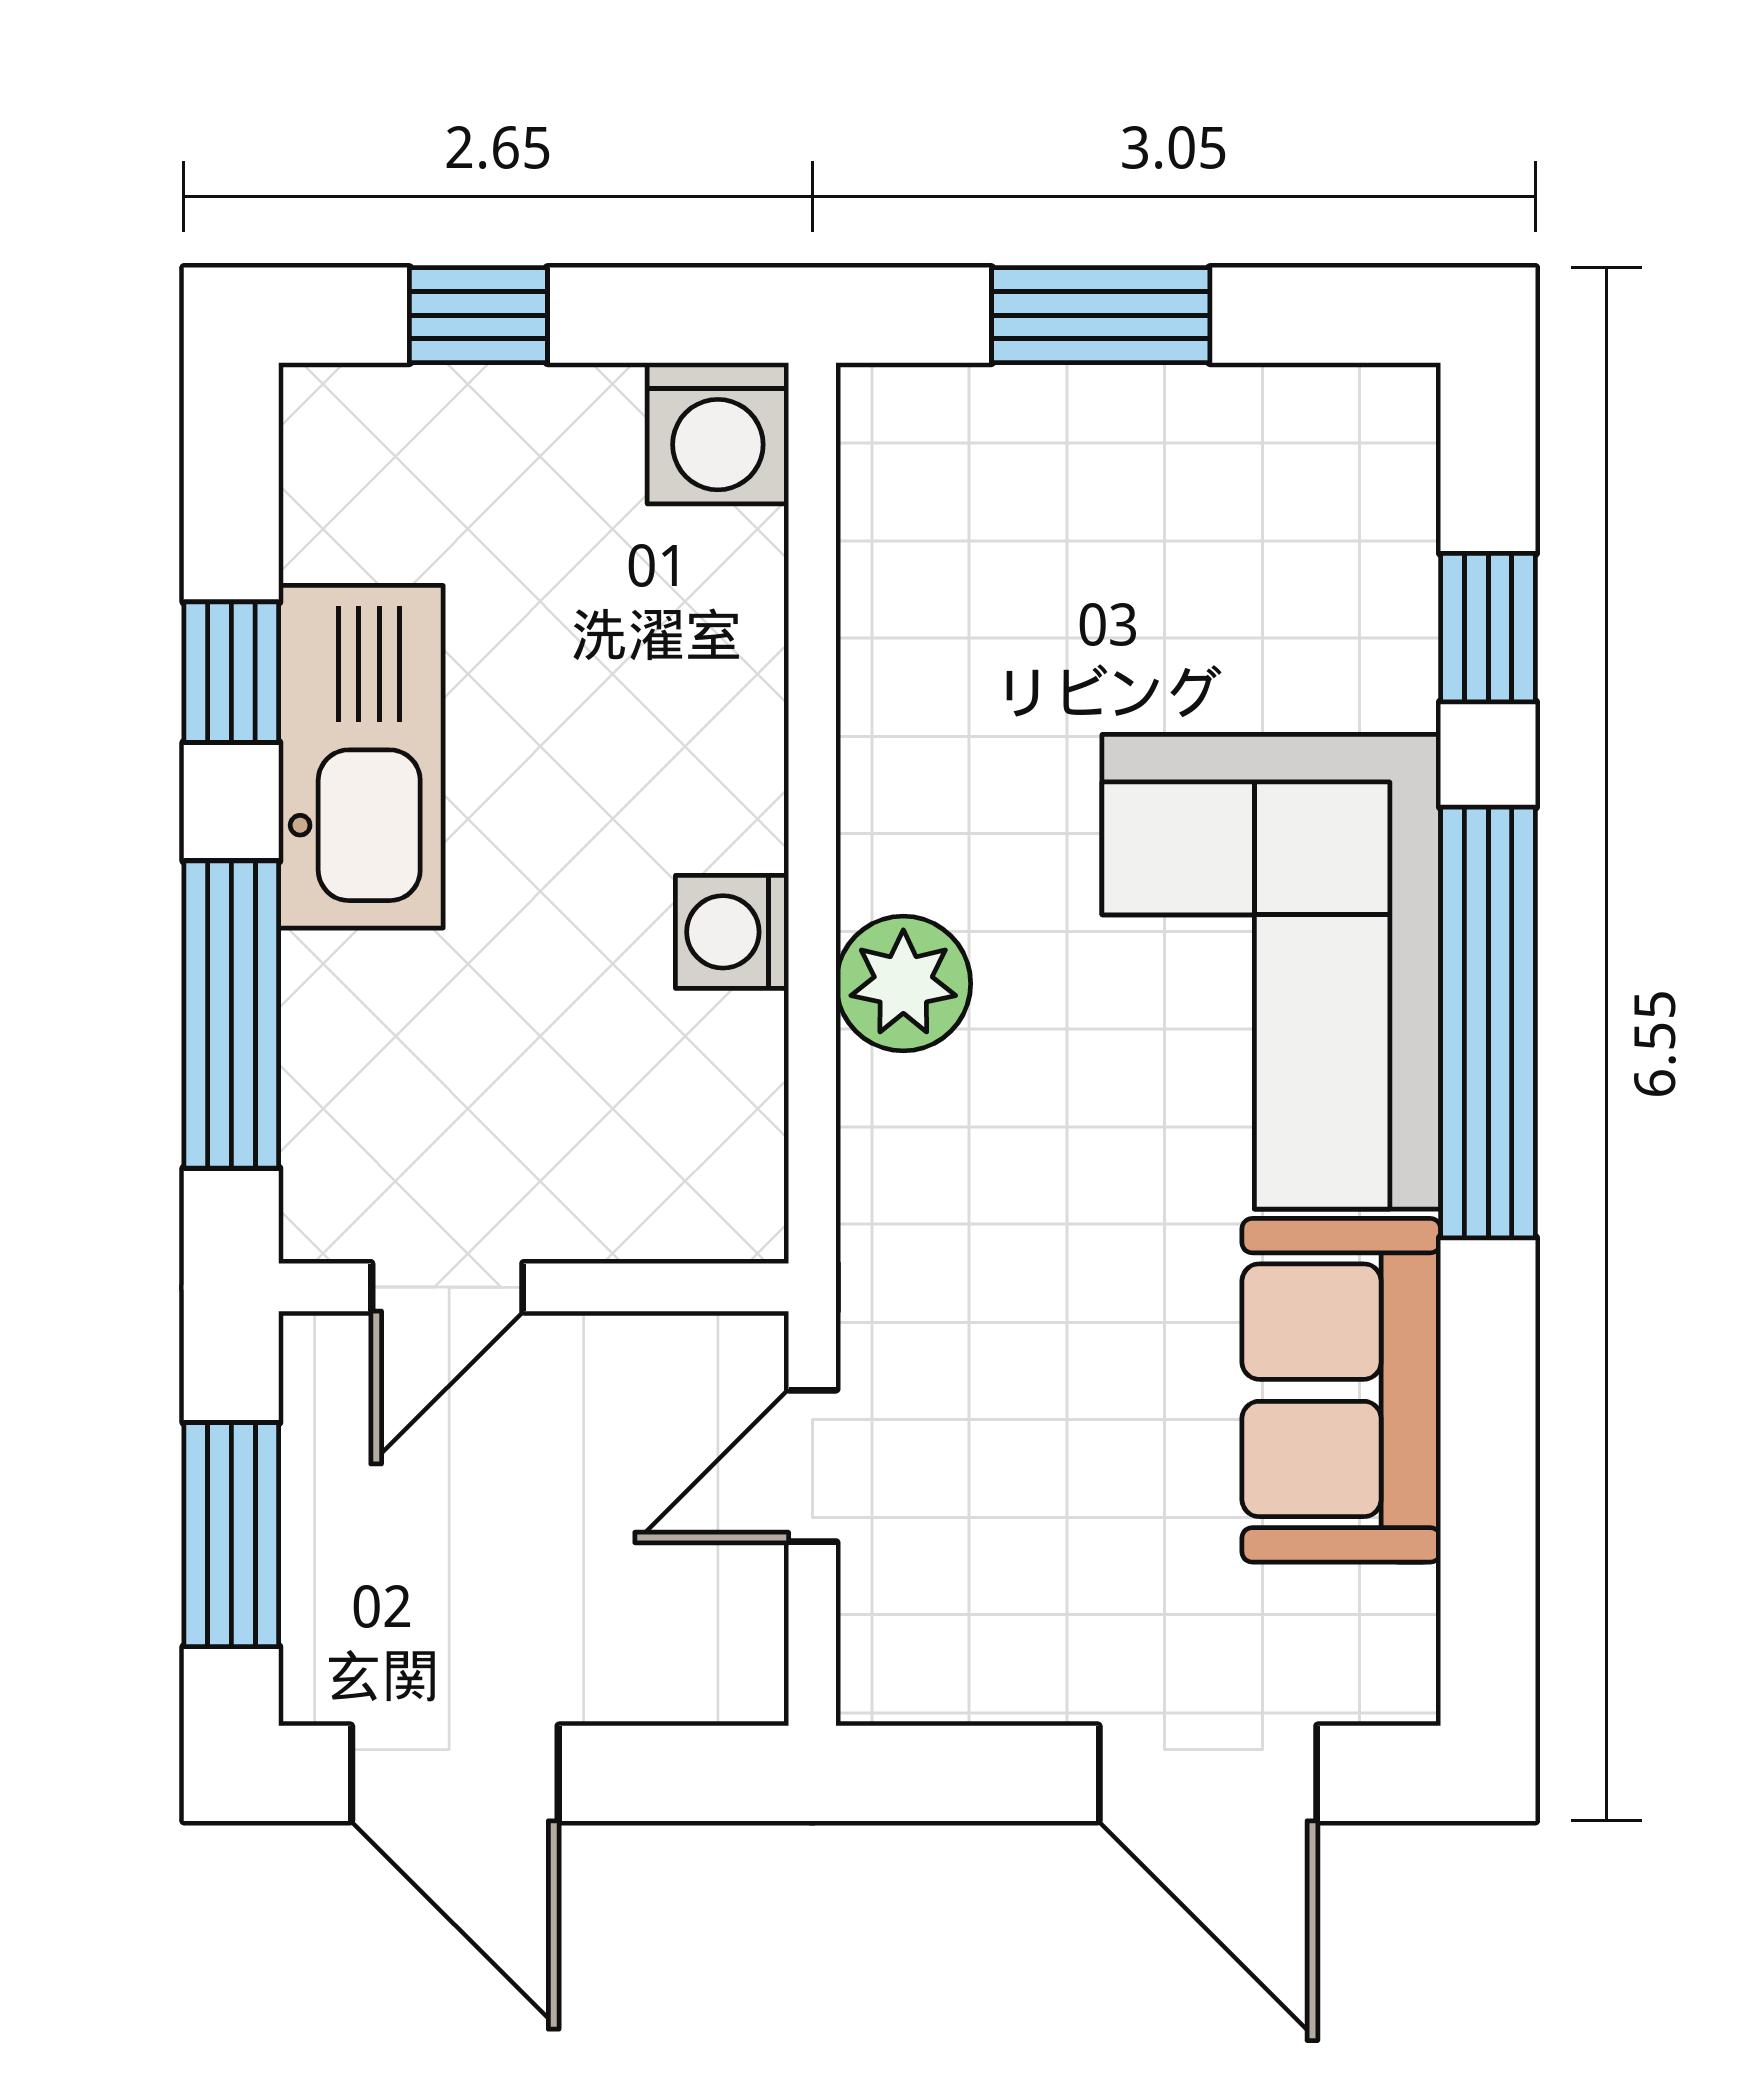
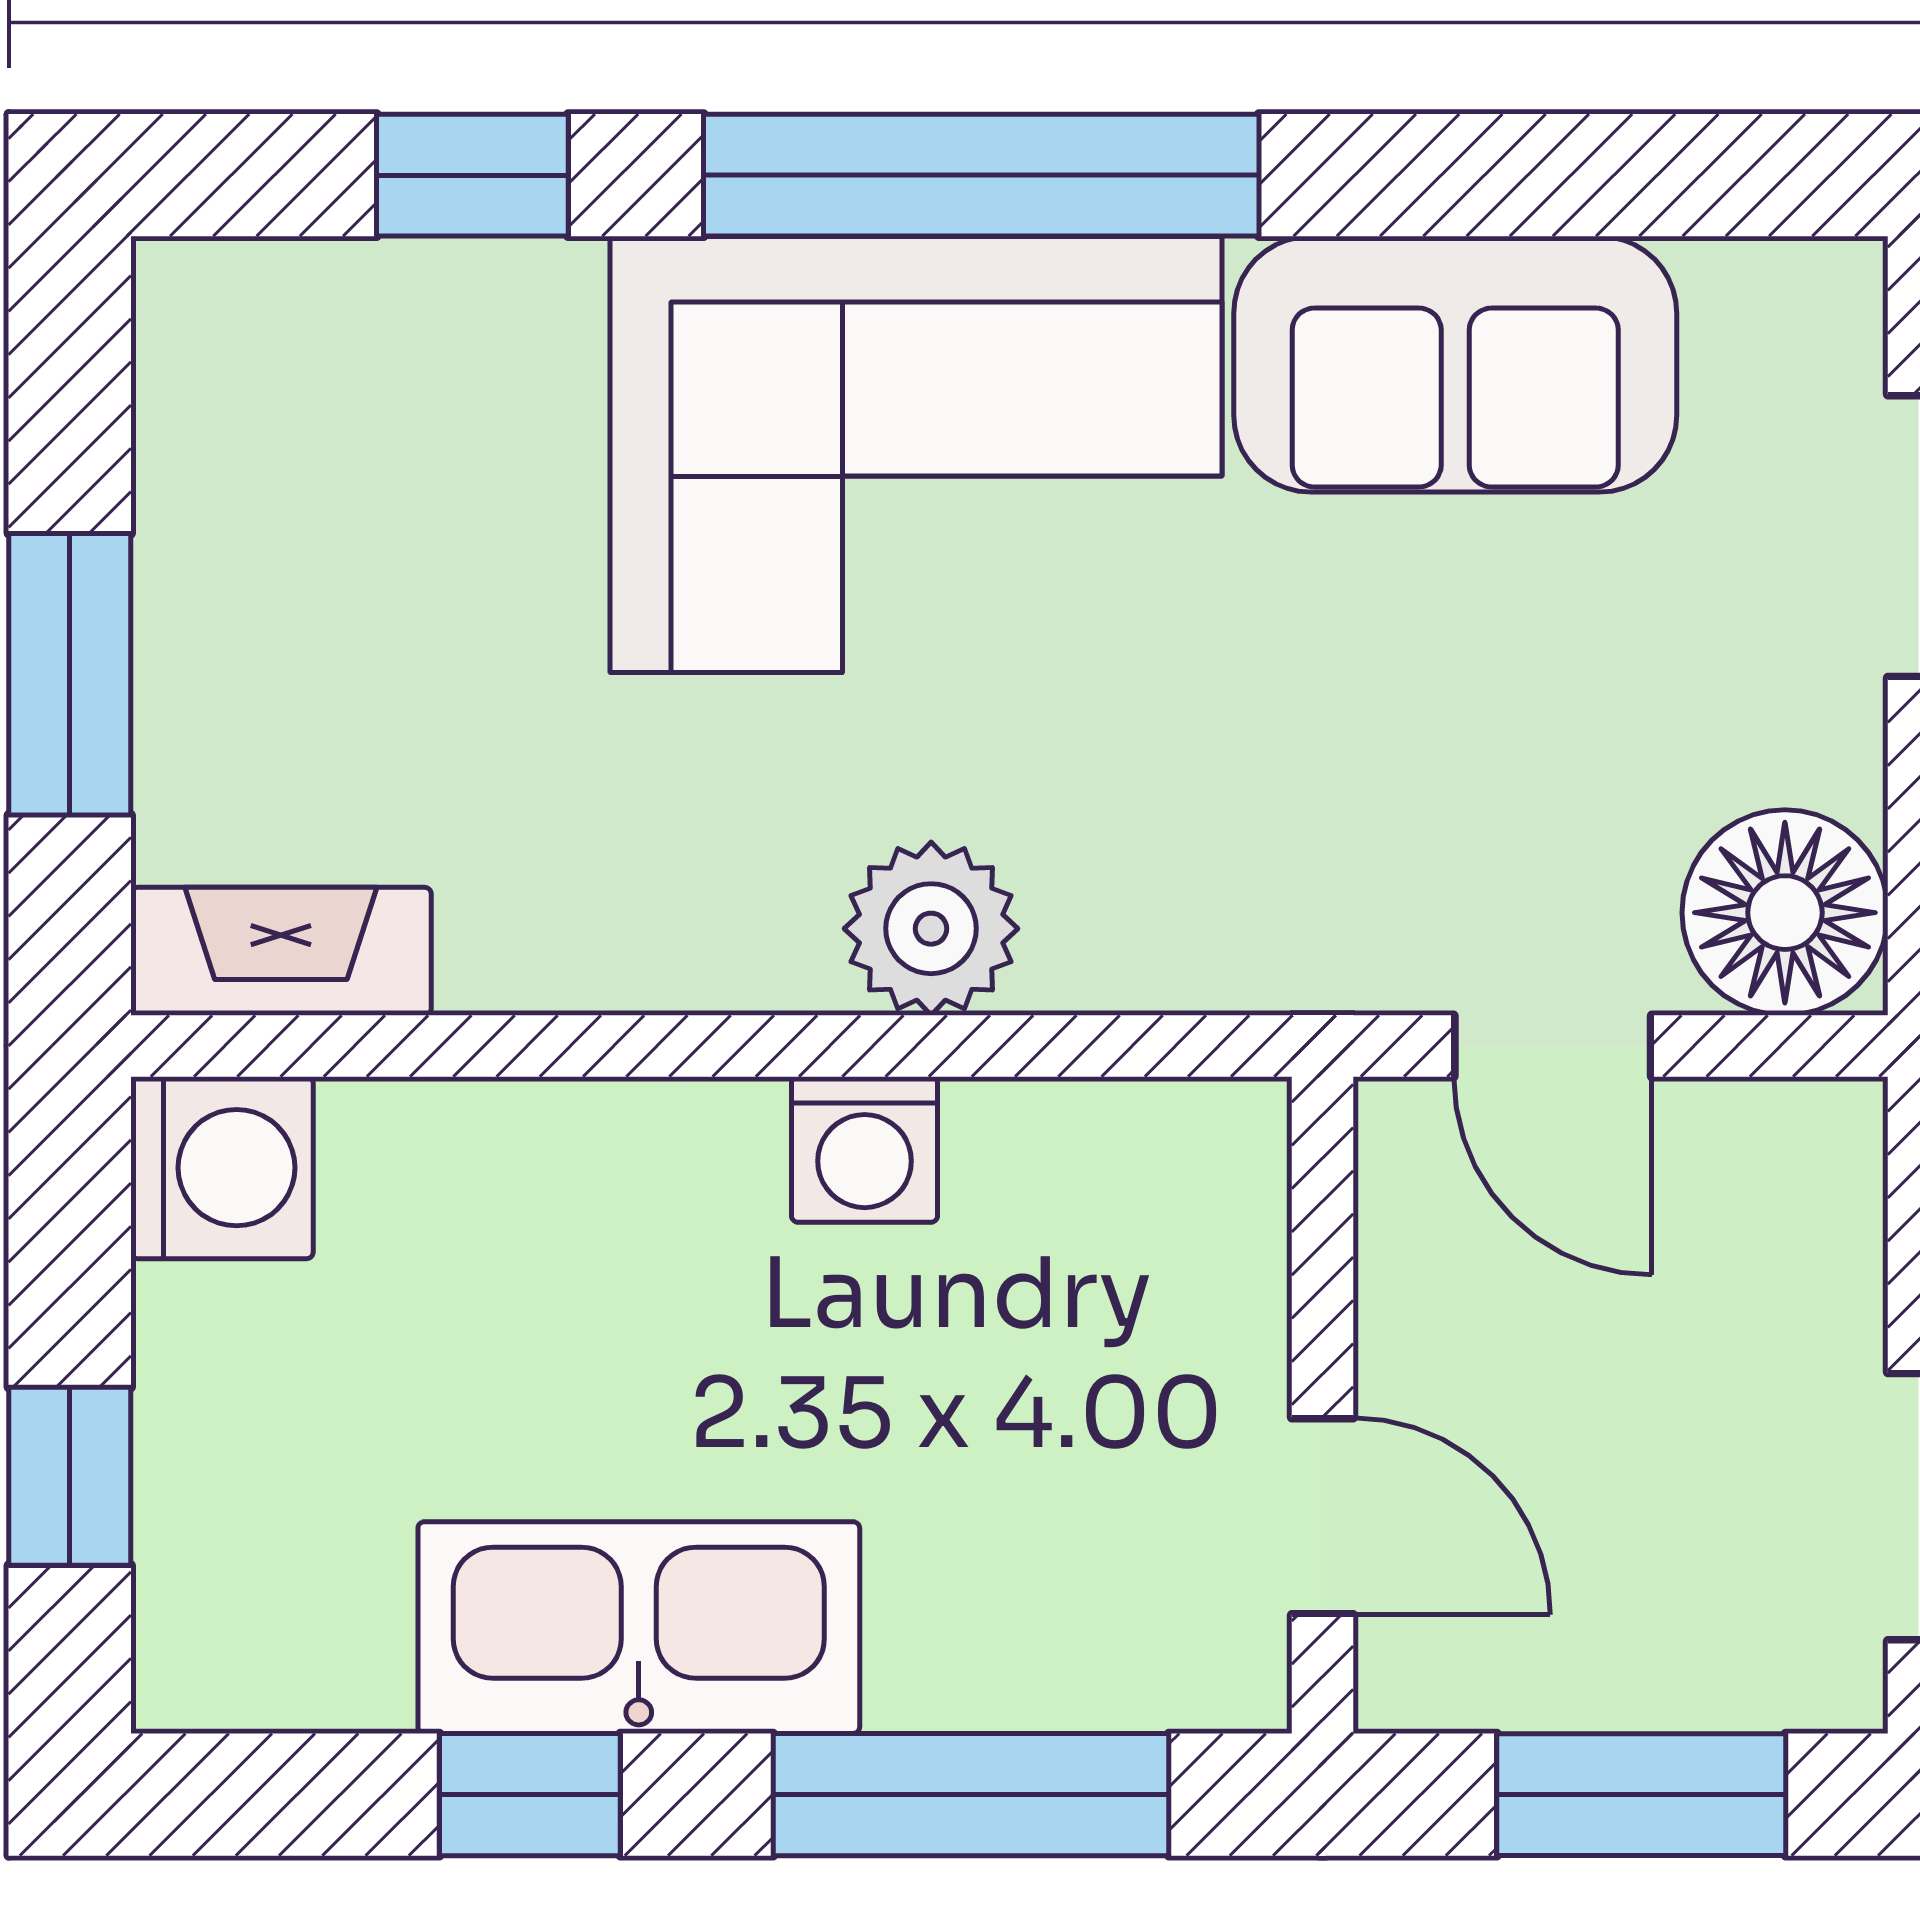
fireplace: (886, 479) -> (281, 951), added
floor lamp: (916, 1646) -> (1785, 913), added

